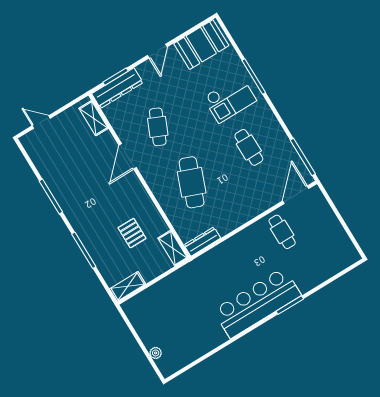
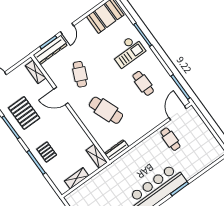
door: (157, 51) -> (67, 29), moved
door: (128, 156) -> (61, 96), hinge flipped
pallet: (72, 177) -> (24, 113), added
cafe table: (192, 182) -> (106, 110), turned -42
pallet: (132, 233) -> (47, 152), moved
shelving: (128, 286) -> (77, 178), moved

